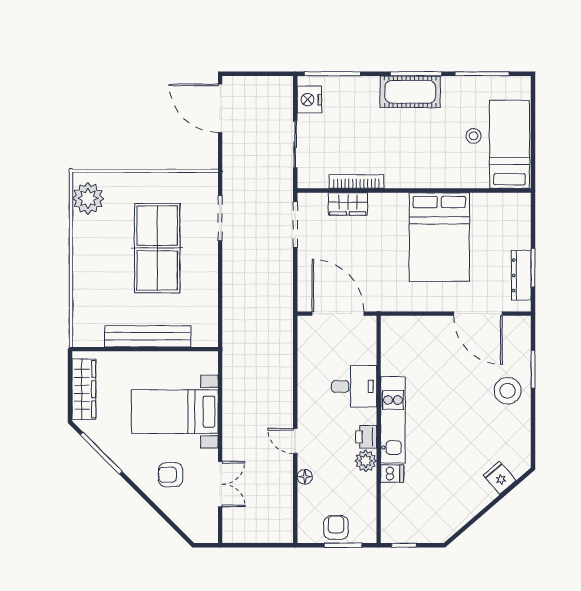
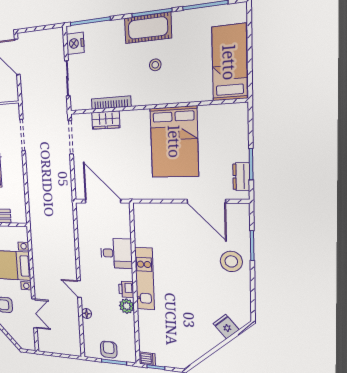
stool: (474, 136) -> (155, 65), moved
dresser: (521, 275) -> (241, 177), width x0.70
dishwasher: (392, 474) -> (147, 359), moved

